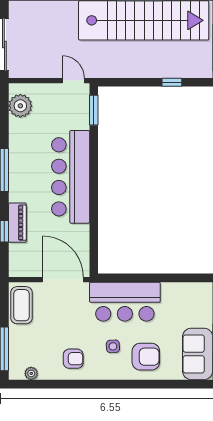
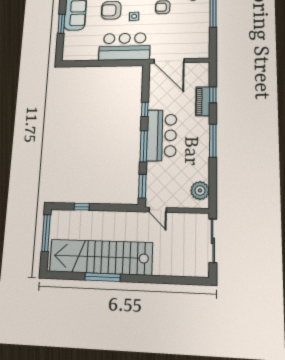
window: (94, 162) -> (144, 146), added
bar counter: (71, 177) -> (162, 135), width x0.73
window: (94, 212) -> (145, 109), added
coffee table: (22, 305) -> (200, 42), removed

